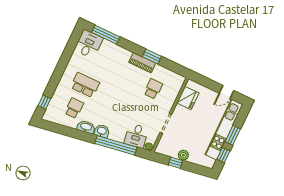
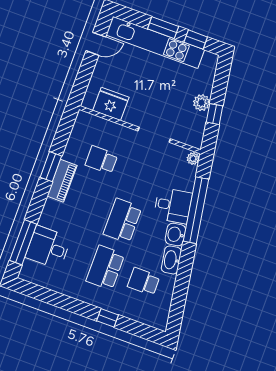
desk: (89, 44) -> (48, 247), moved
door: (227, 92) -> (96, 44), hinge flipped
school desk: (114, 98) -> (123, 221), added
window: (44, 102) -> (107, 318), moved
desk: (136, 136) -> (173, 205), moved

